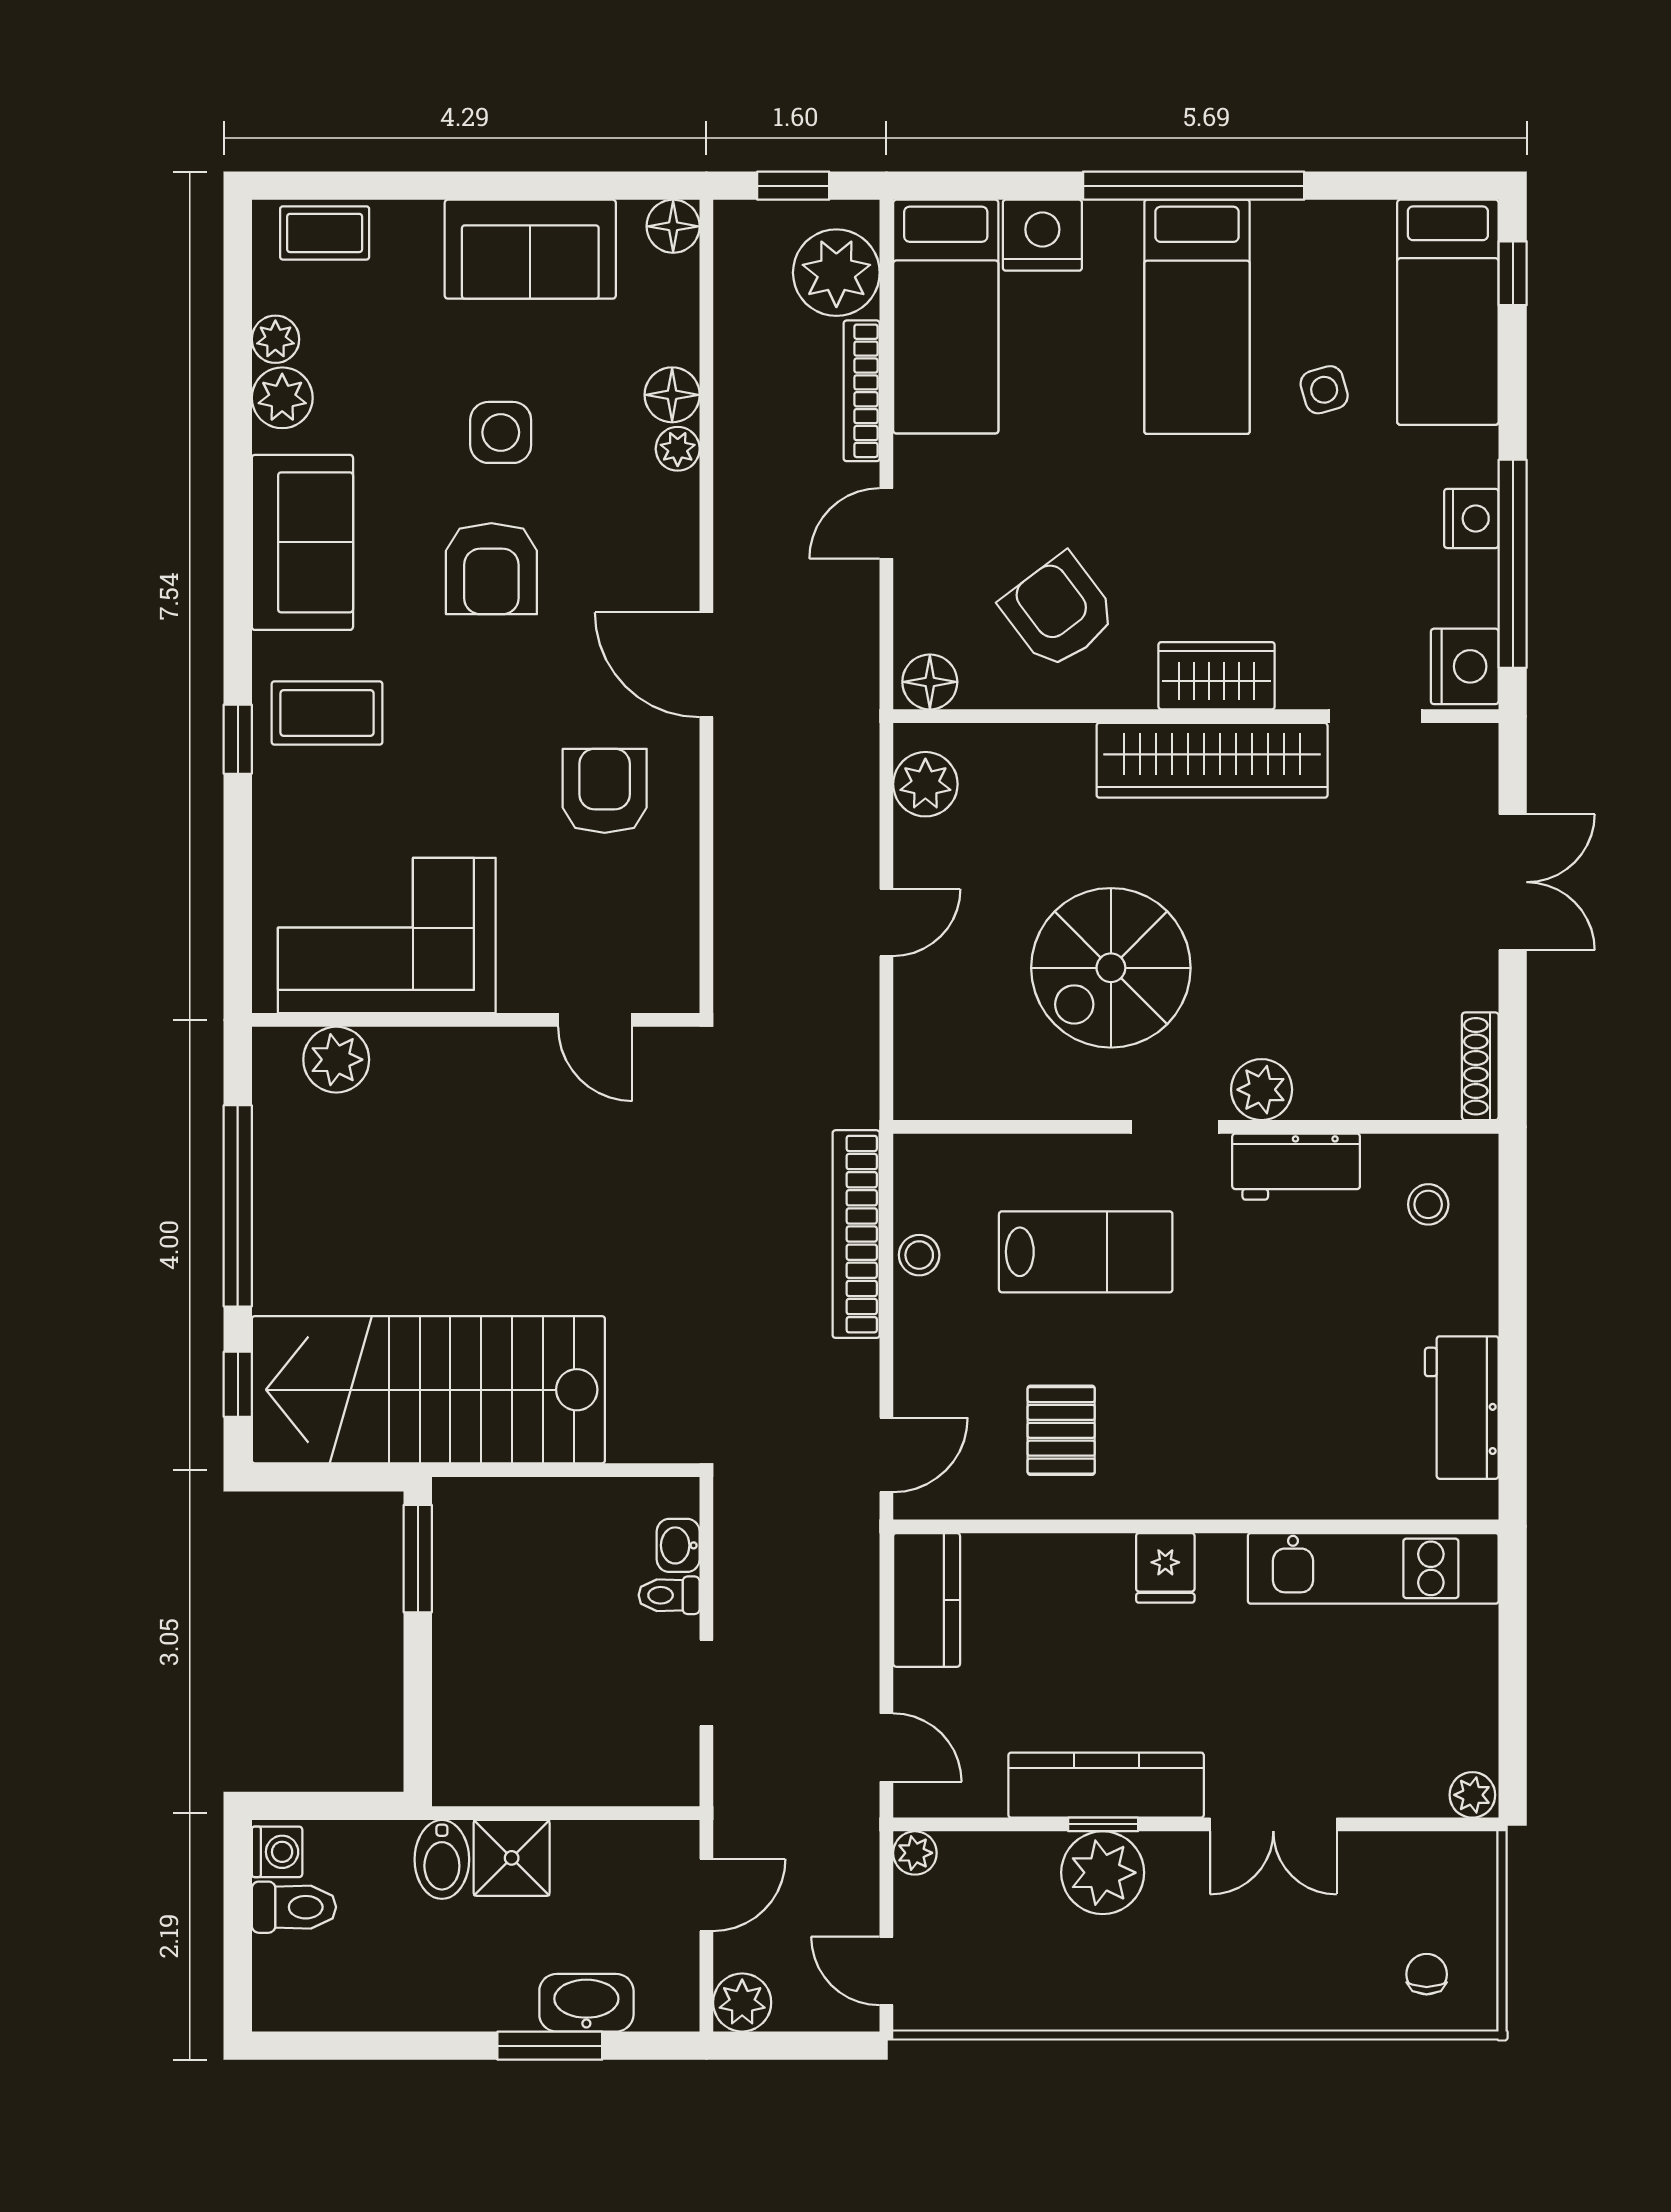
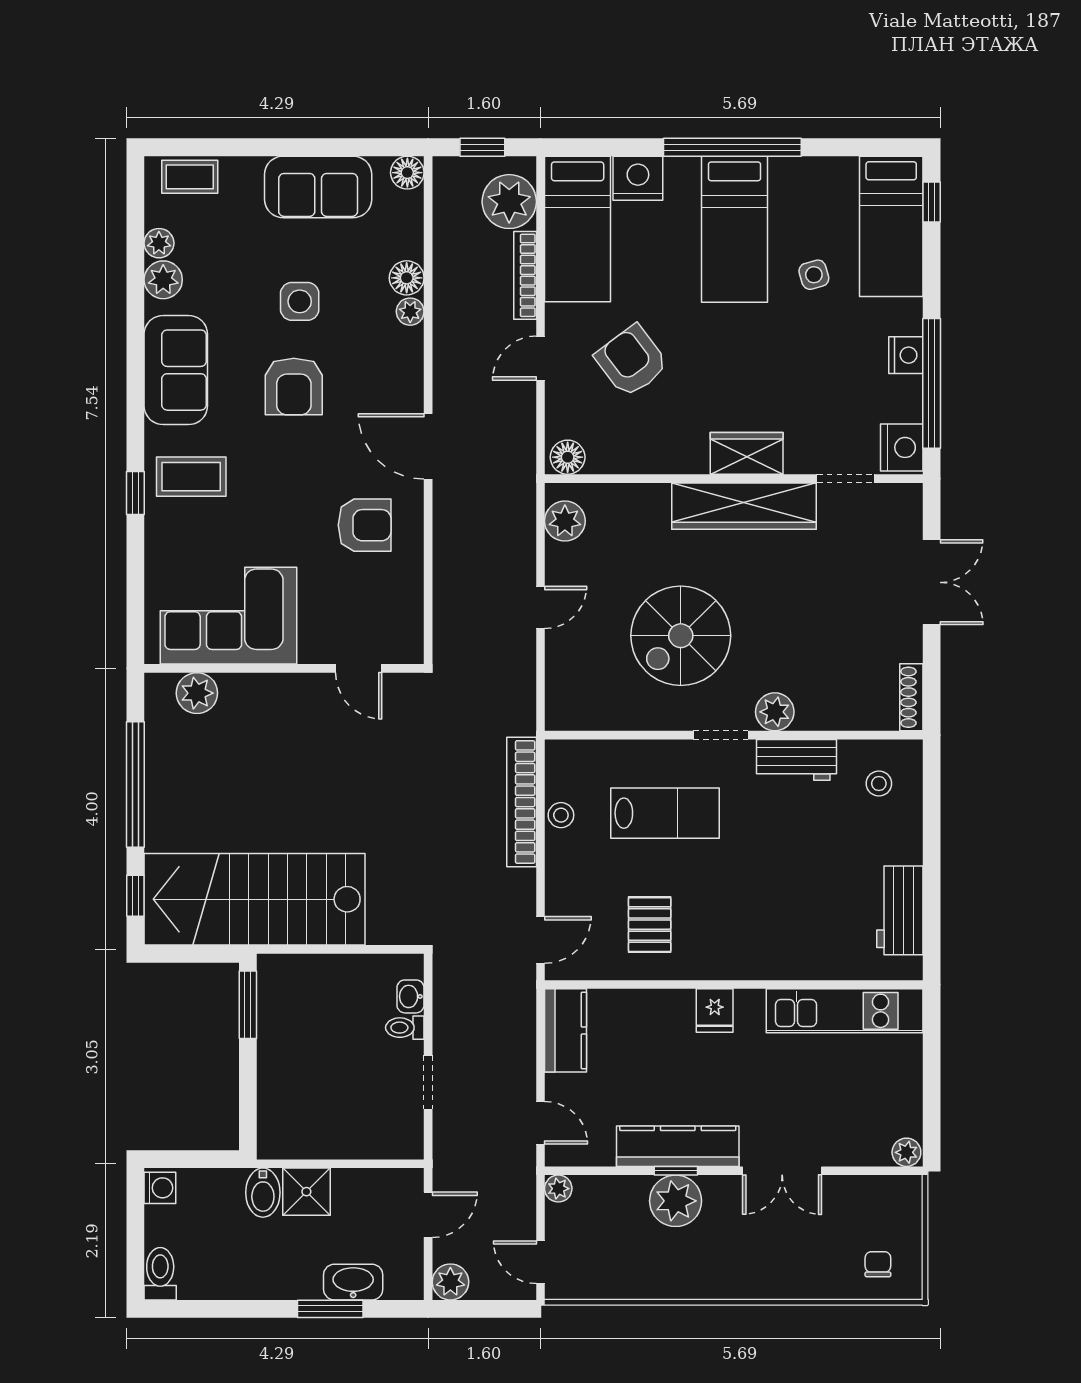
armchair: (1059, 611) -> (632, 361), moved
armchair: (605, 791) -> (365, 525), turned 90
toilet: (294, 1907) -> (160, 1274), moved, turned -90

